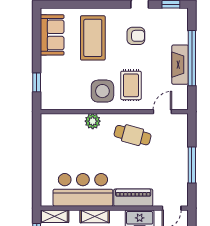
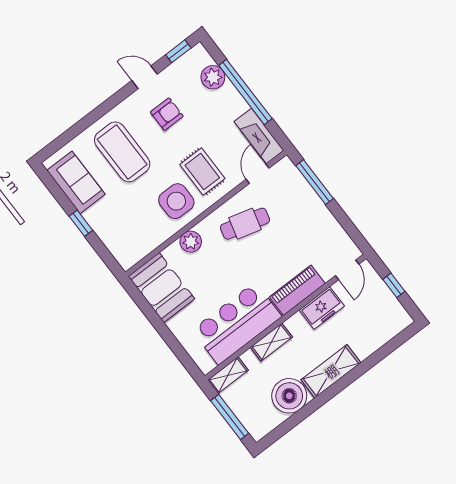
plant: (180, 35) -> (213, 77), added
fireplace: (180, 65) -> (259, 136), moved
window: (37, 82) -> (81, 223), moved
booth: (55, 135) -> (161, 288), added
window: (192, 165) -> (315, 182), moved

